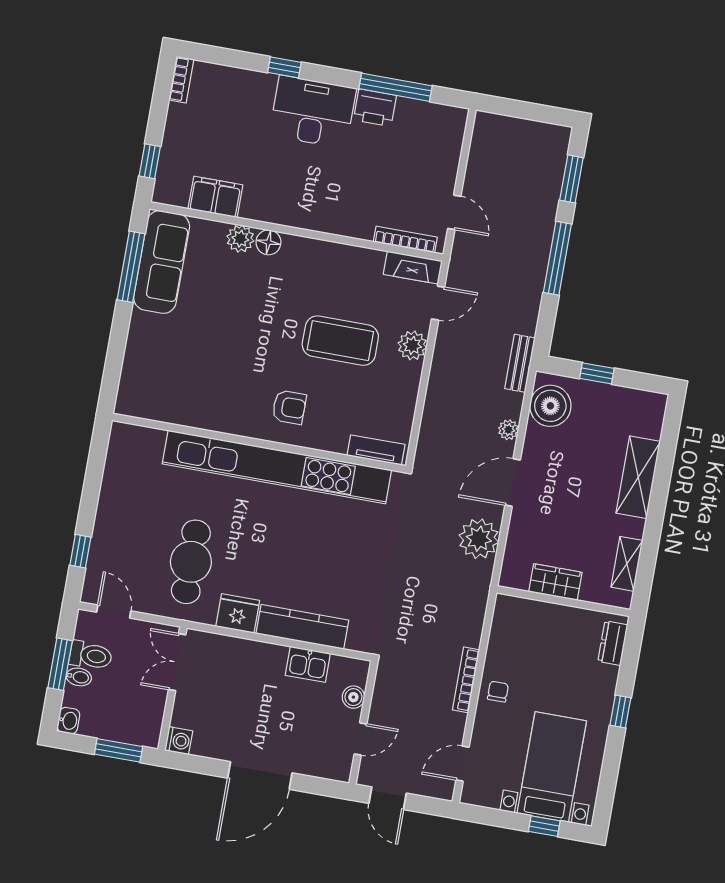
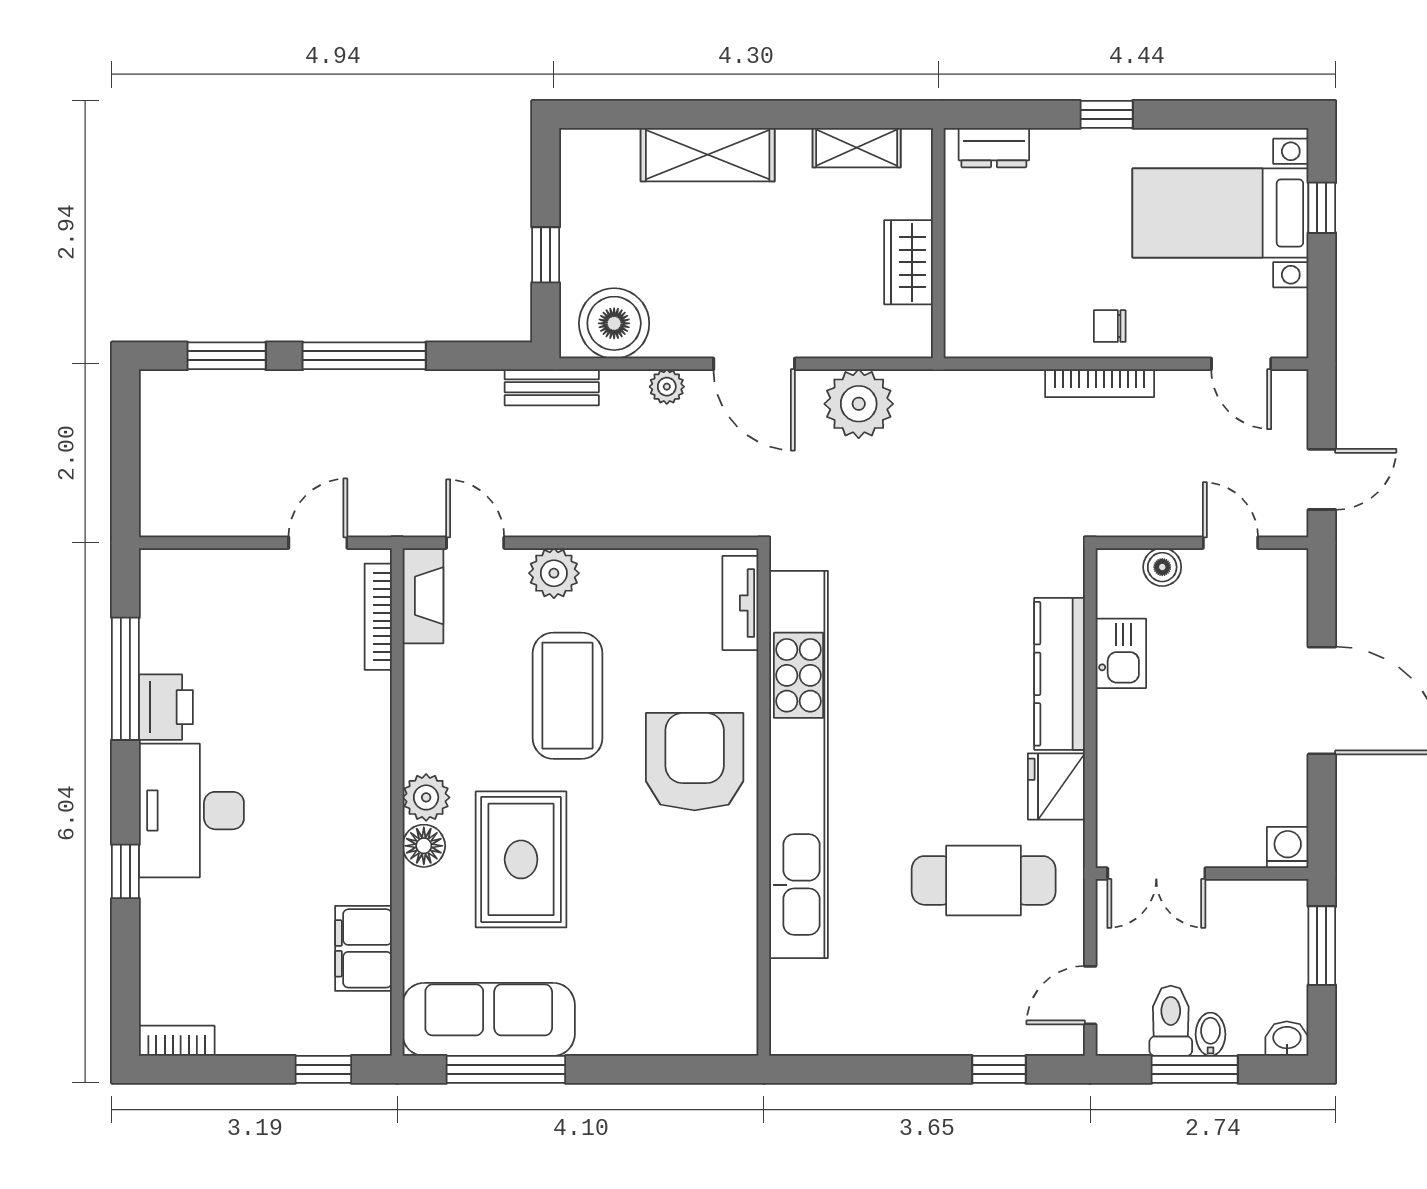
plant: (240, 239) -> (426, 797), moved
rug: (251, 297) -> (521, 859), added
armchair: (289, 407) -> (695, 762), width x1.88, depth x1.88

